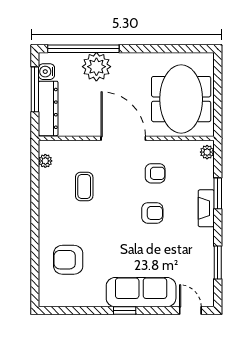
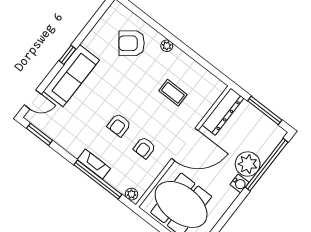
water cooler: (46, 72) -> (239, 183), moved, turned 90
dresser: (48, 108) -> (223, 112), moved, turned -90
plant: (45, 161) -> (167, 46), moved
window: (218, 193) -> (98, 180), width x2.11
armchair: (68, 260) -> (132, 43), turned -128
window: (218, 262) -> (39, 134), moved

